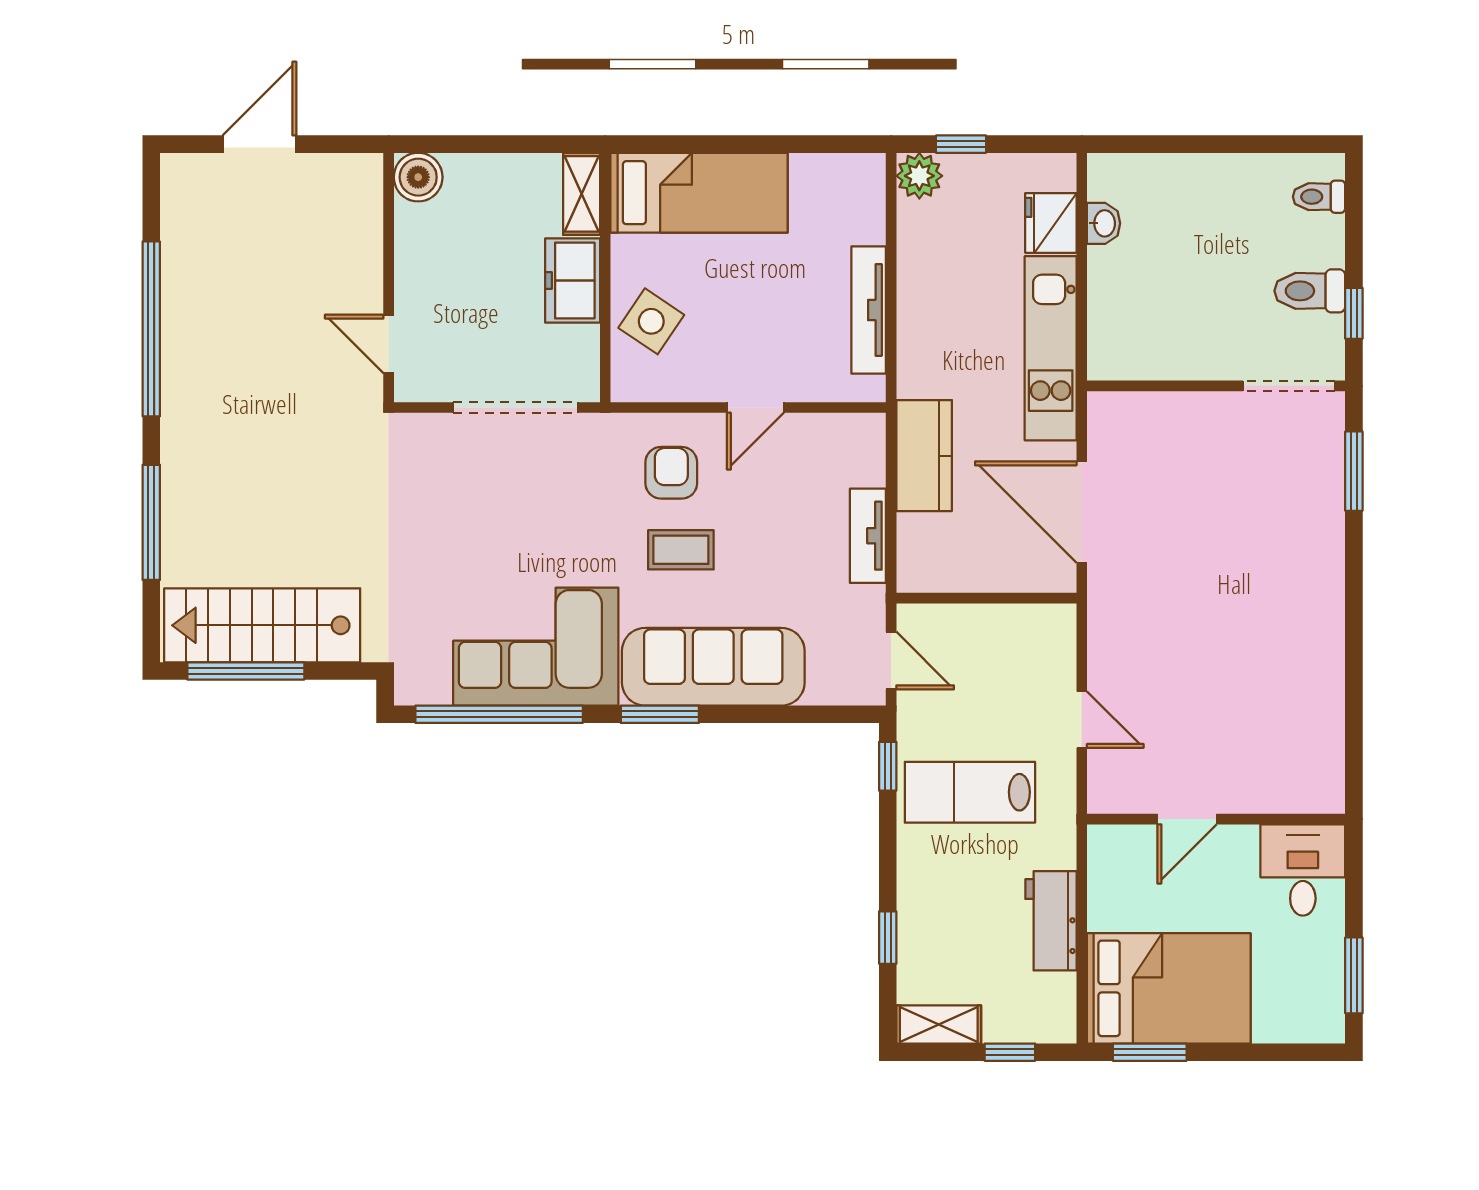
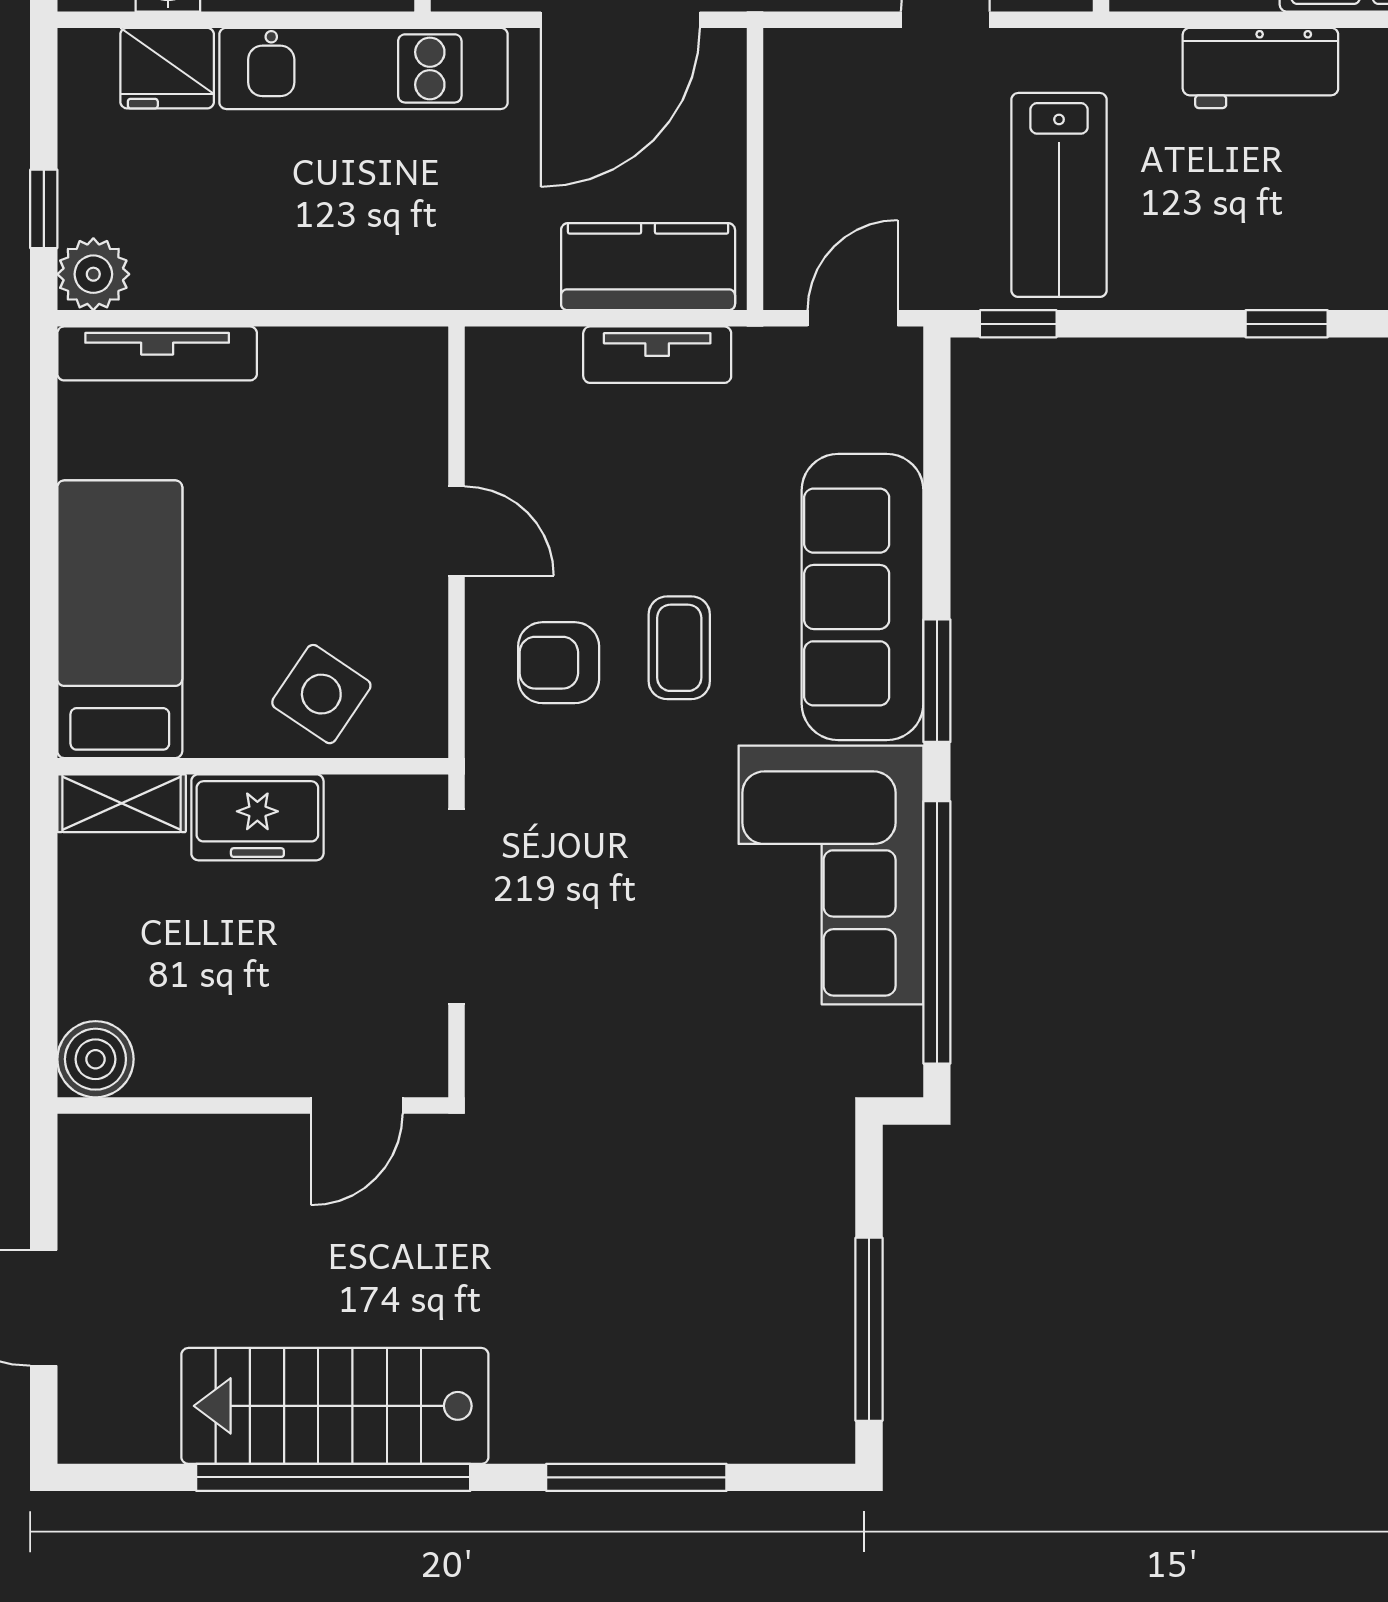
tv unit: (869, 310) -> (157, 353), moved
kitchen counter: (924, 456) -> (648, 267), moved
stairs: (262, 625) -> (335, 1406), moved, turned 90

